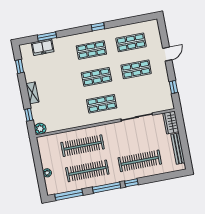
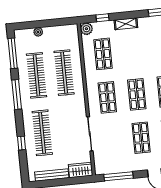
window: (174, 87) -> (118, 176), width x2.17
shop shelf: (62, 111) -> (103, 54), added
window: (131, 183) -> (22, 143), moved

